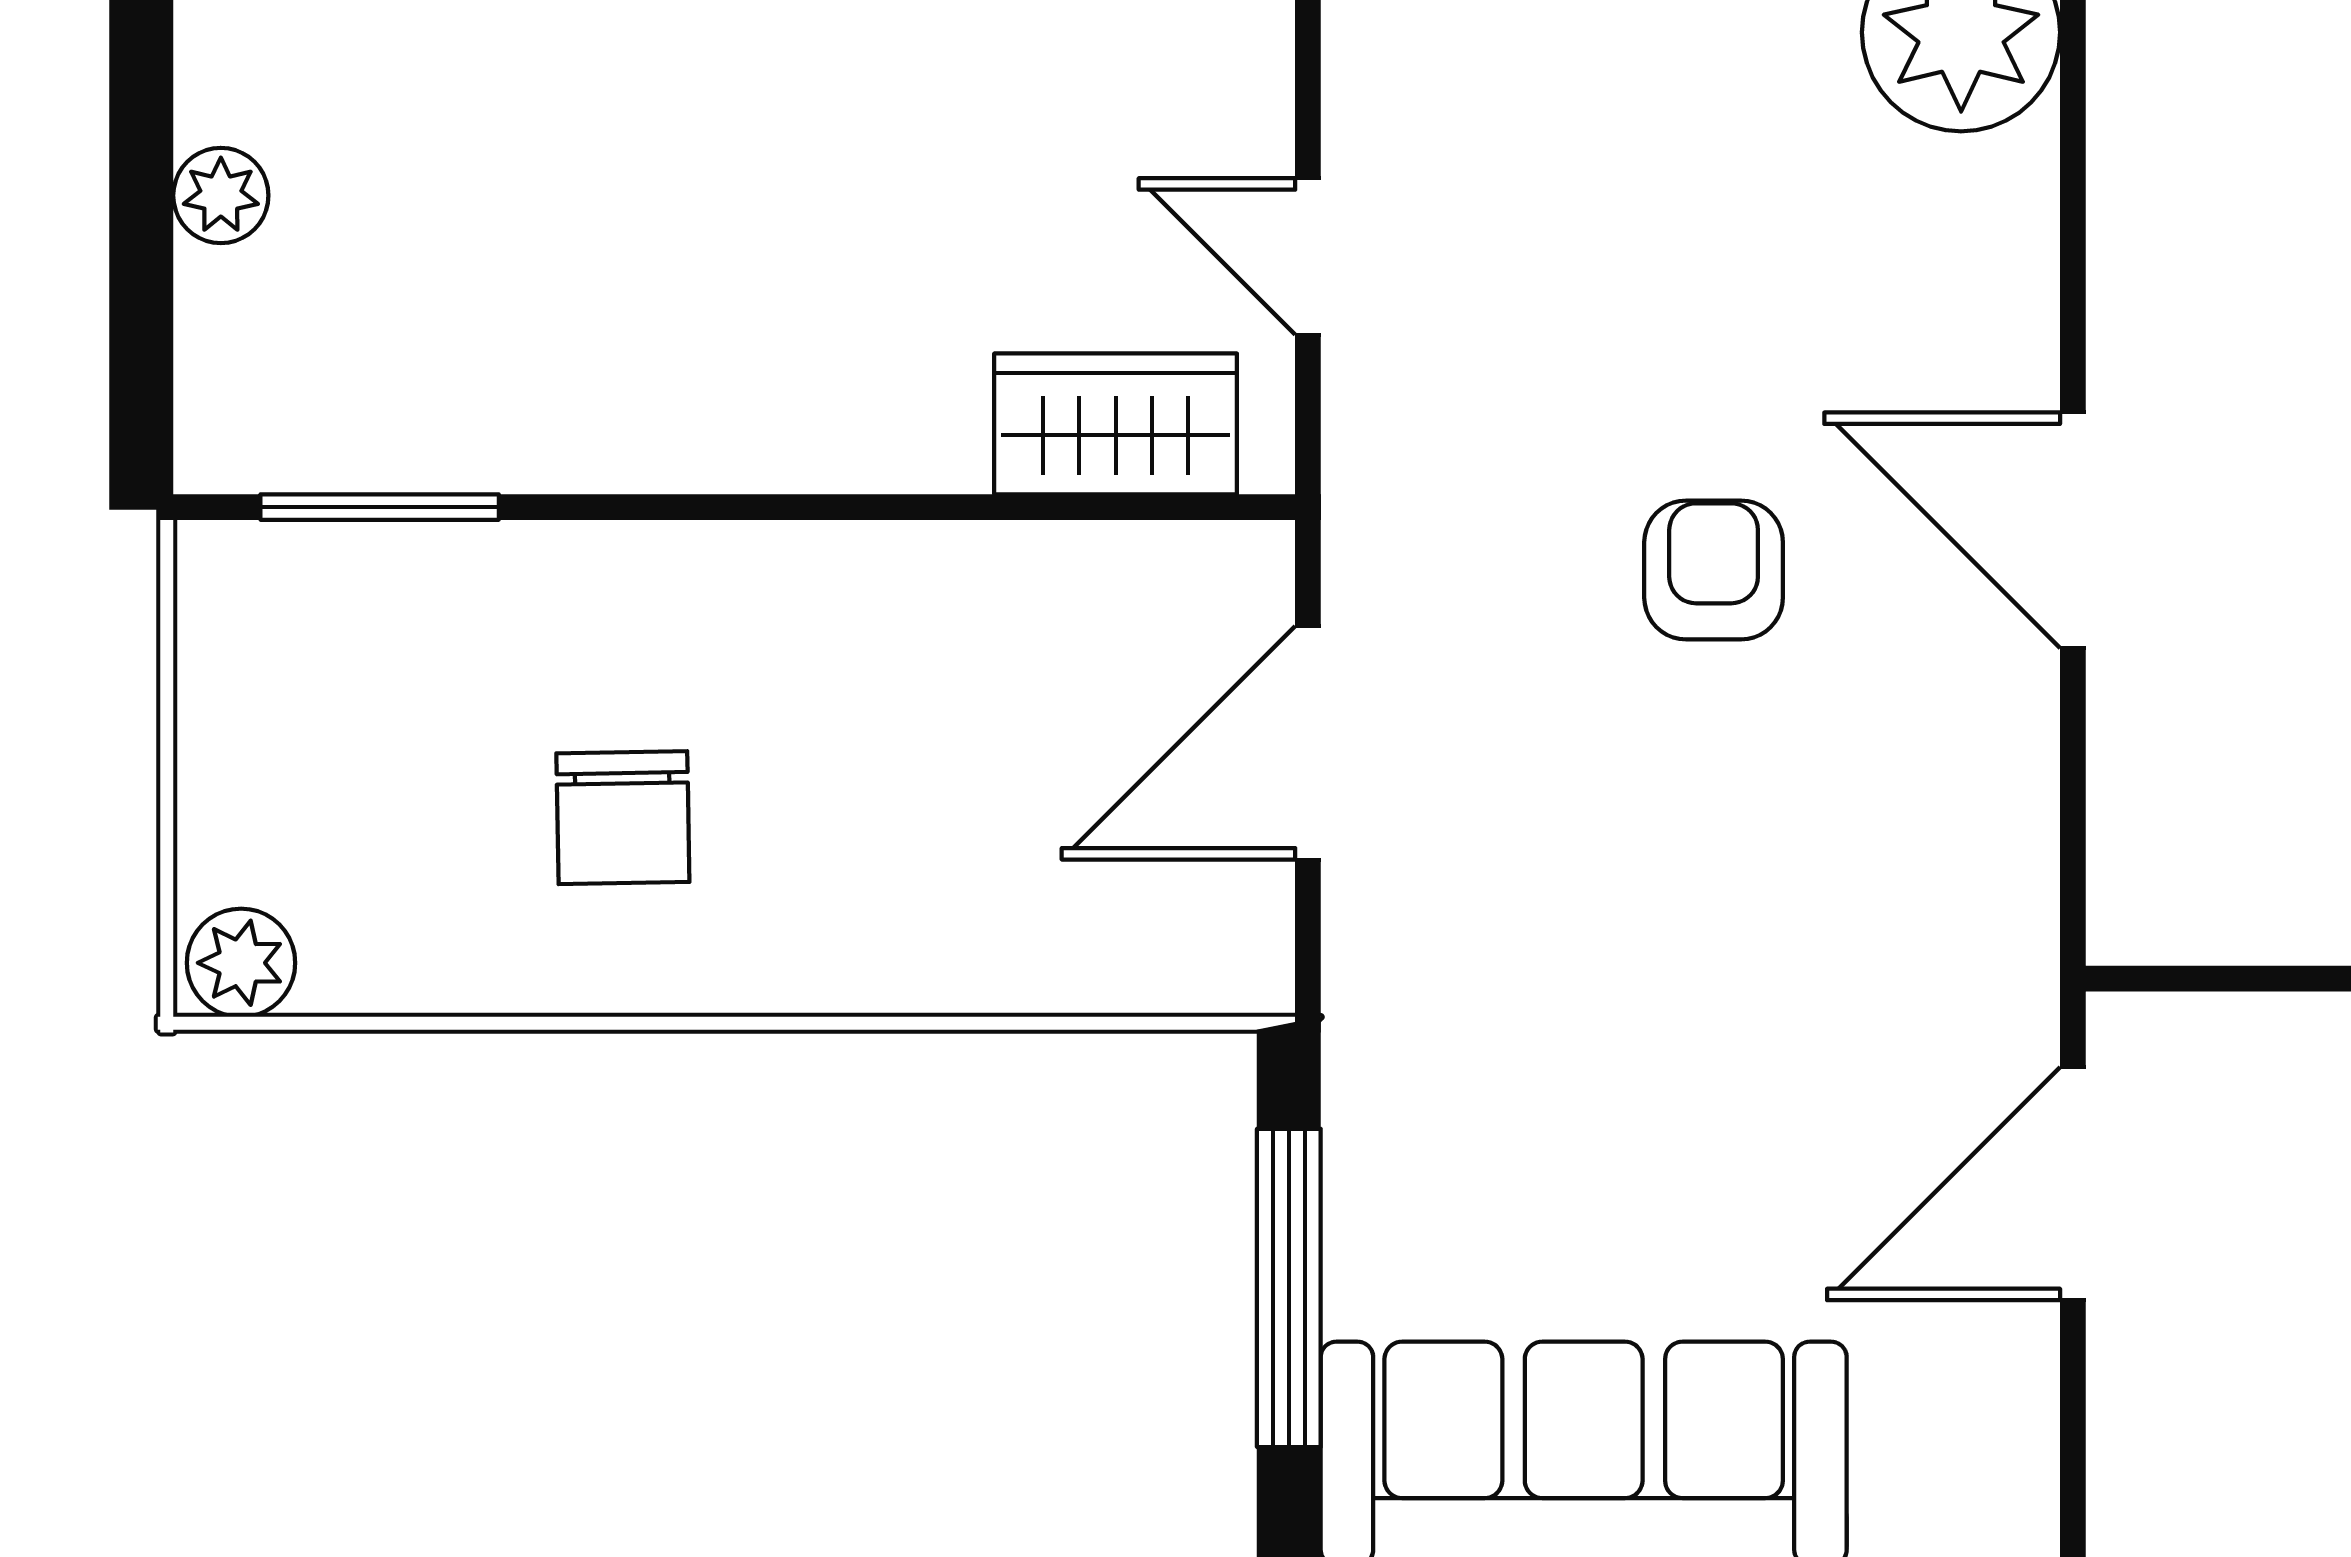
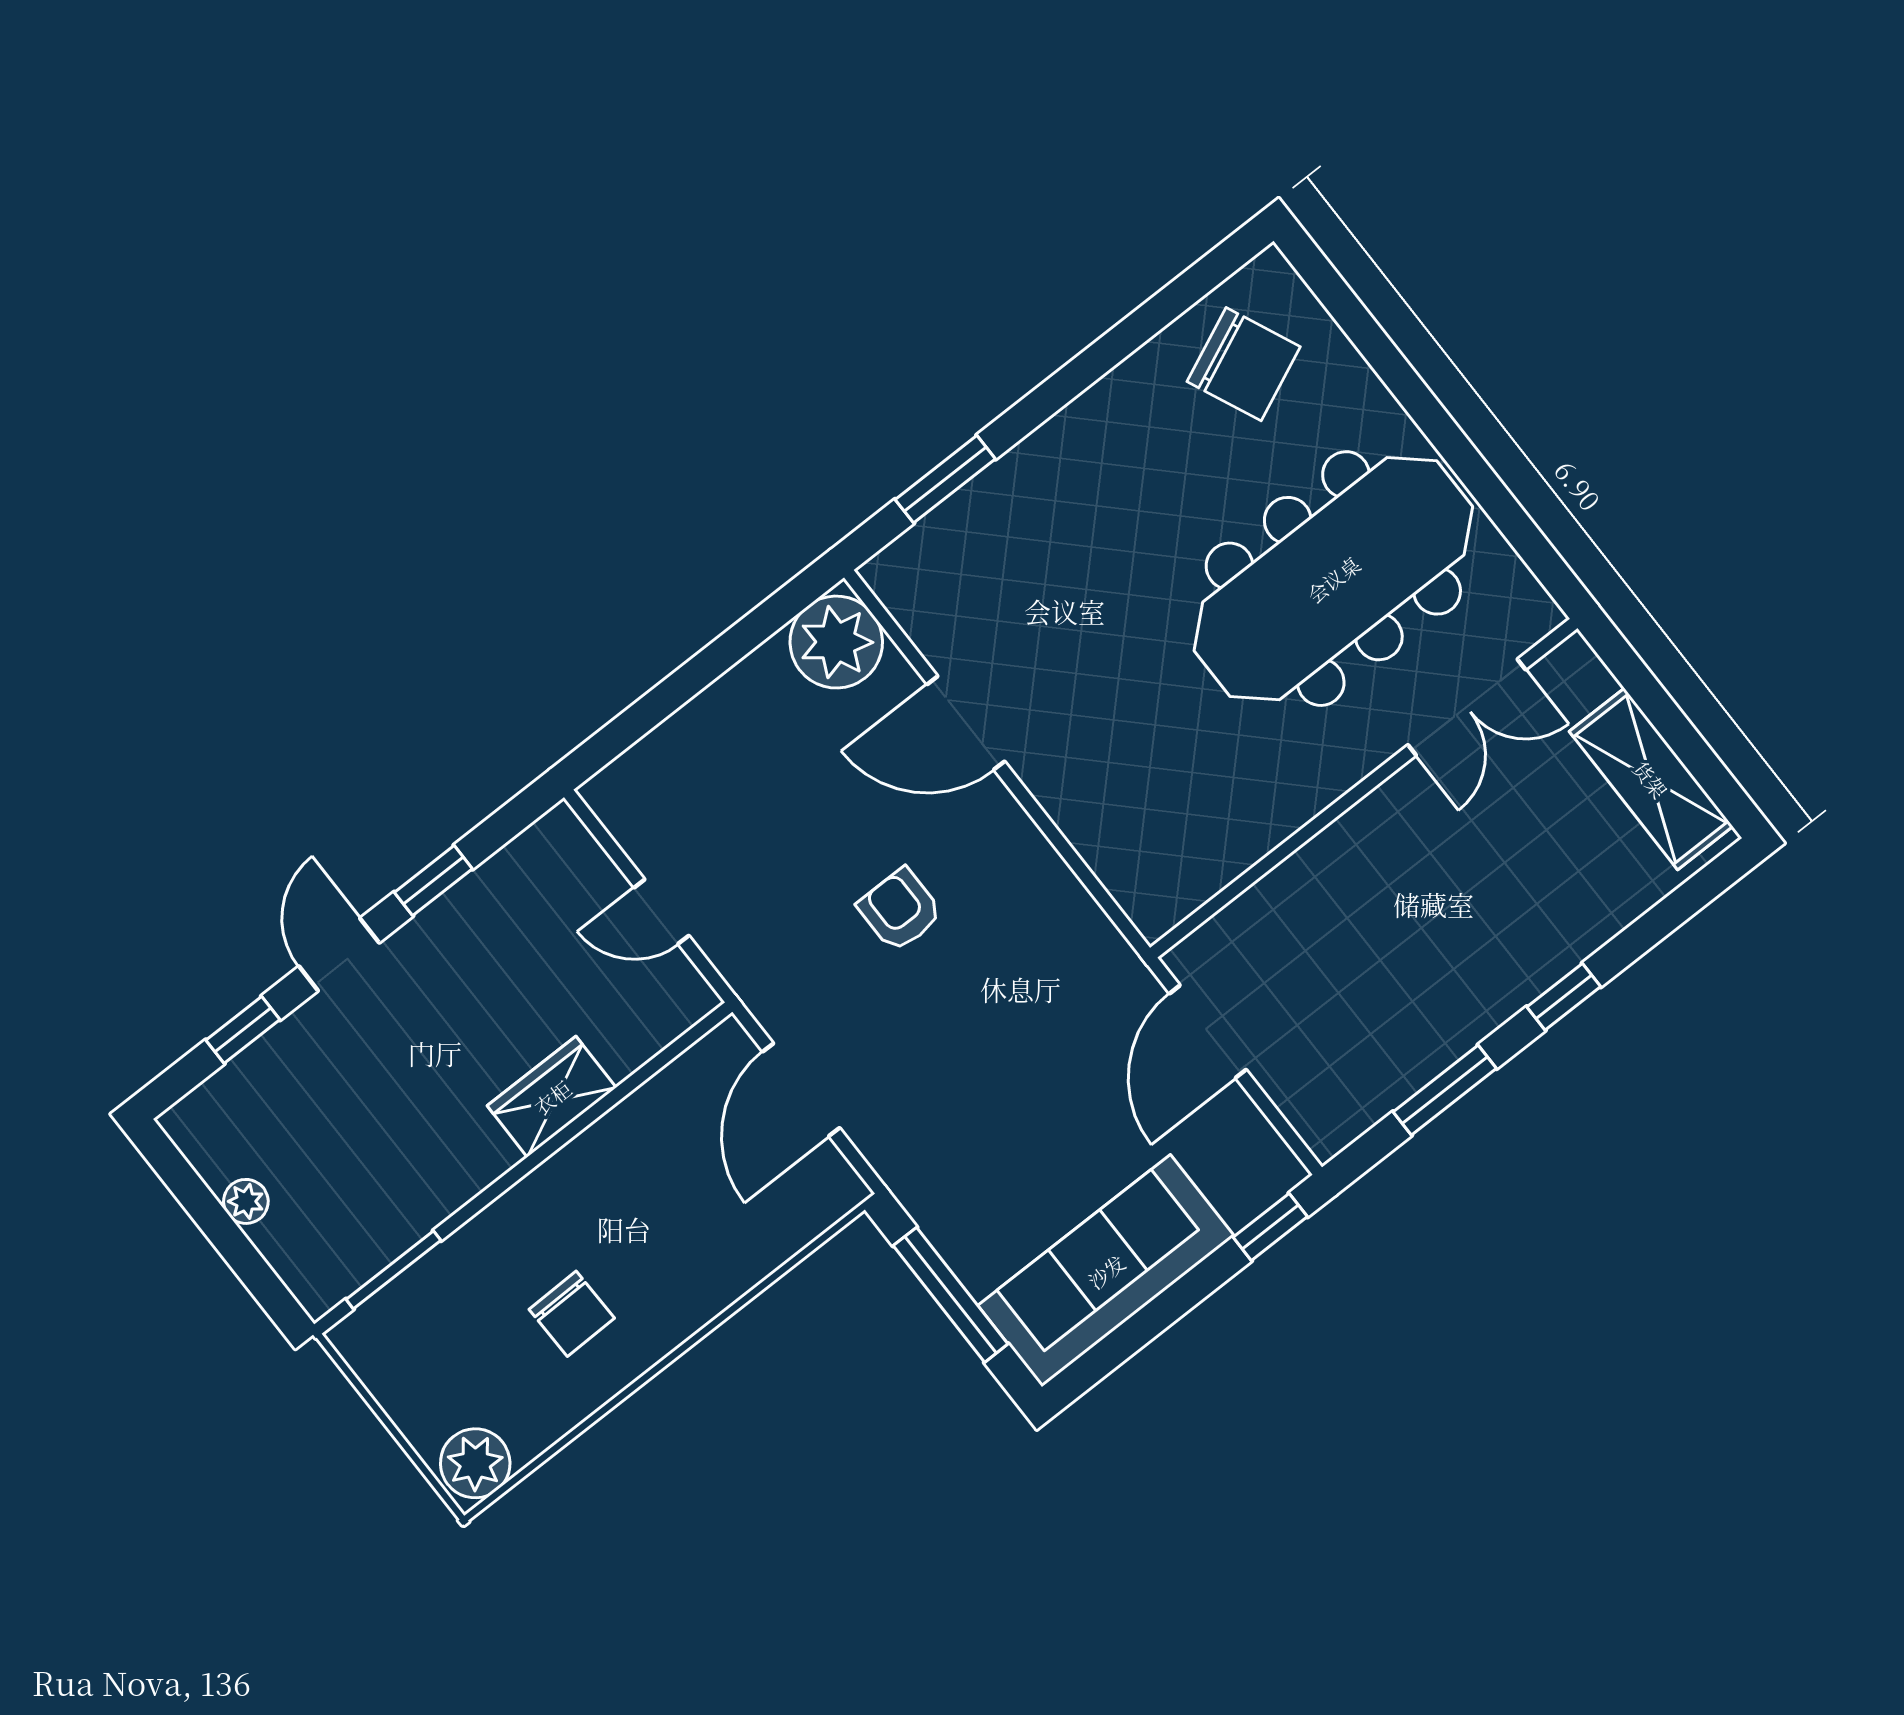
wardrobe: (1116, 424) -> (552, 1097), moved
door: (2073, 530) -> (966, 723), moved
plant: (241, 963) -> (475, 1463), width x1.38, depth x1.38

